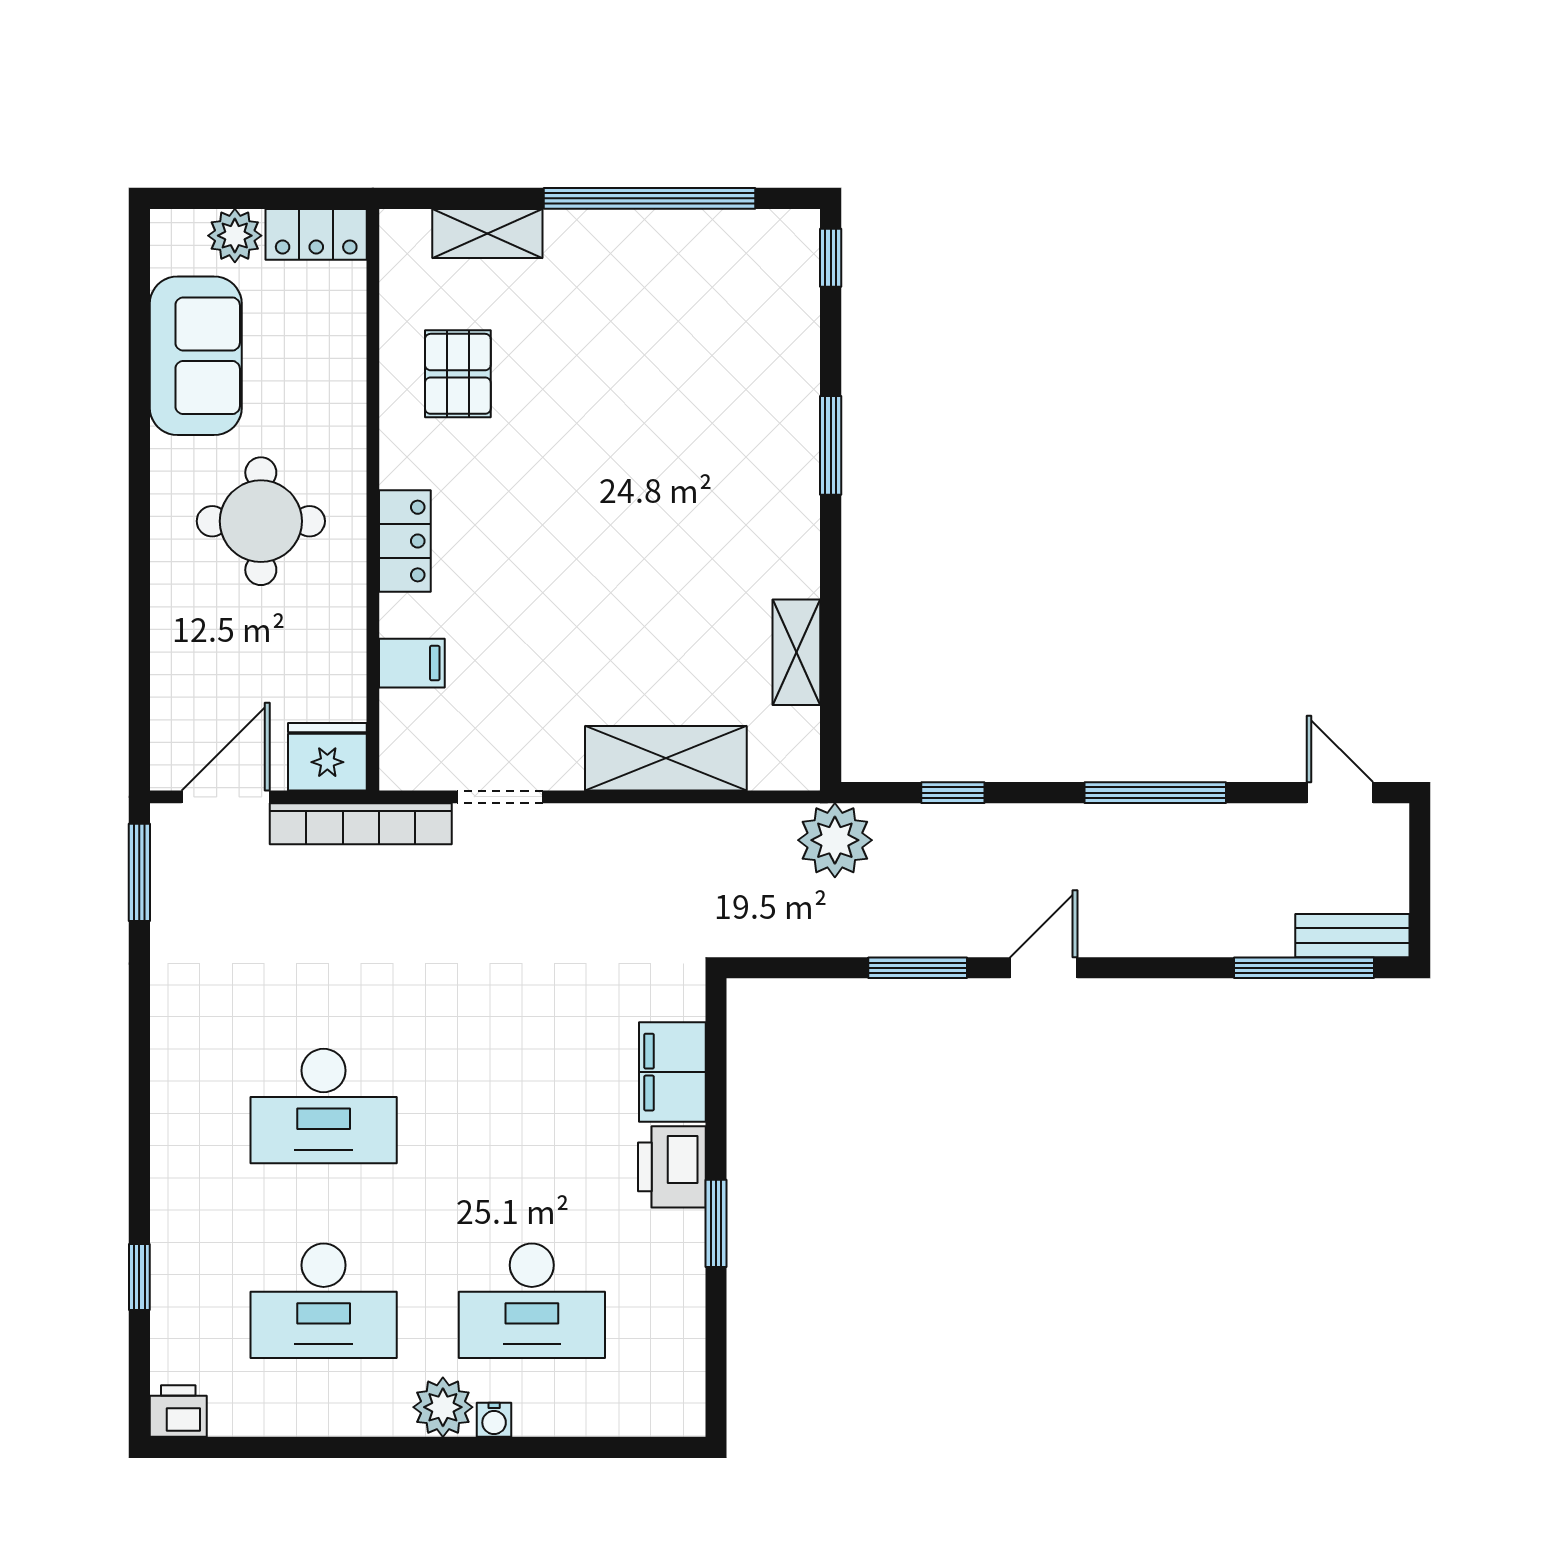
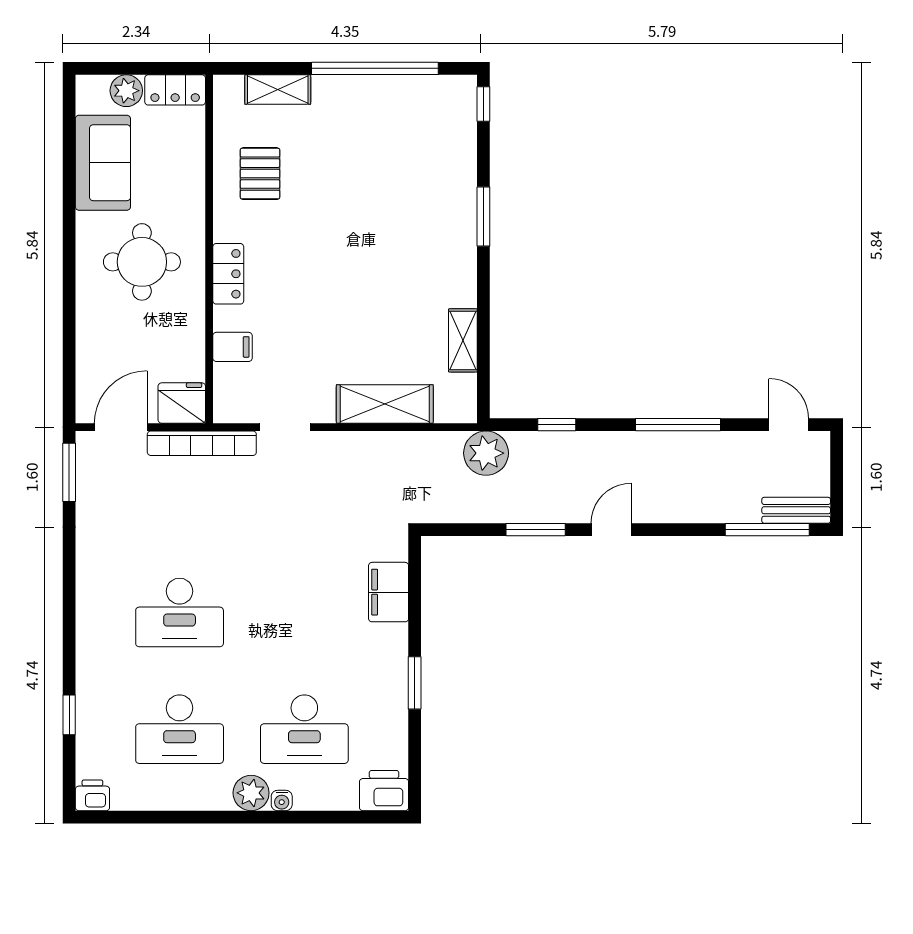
printer: (672, 1167) -> (384, 791), moved, turned 90

